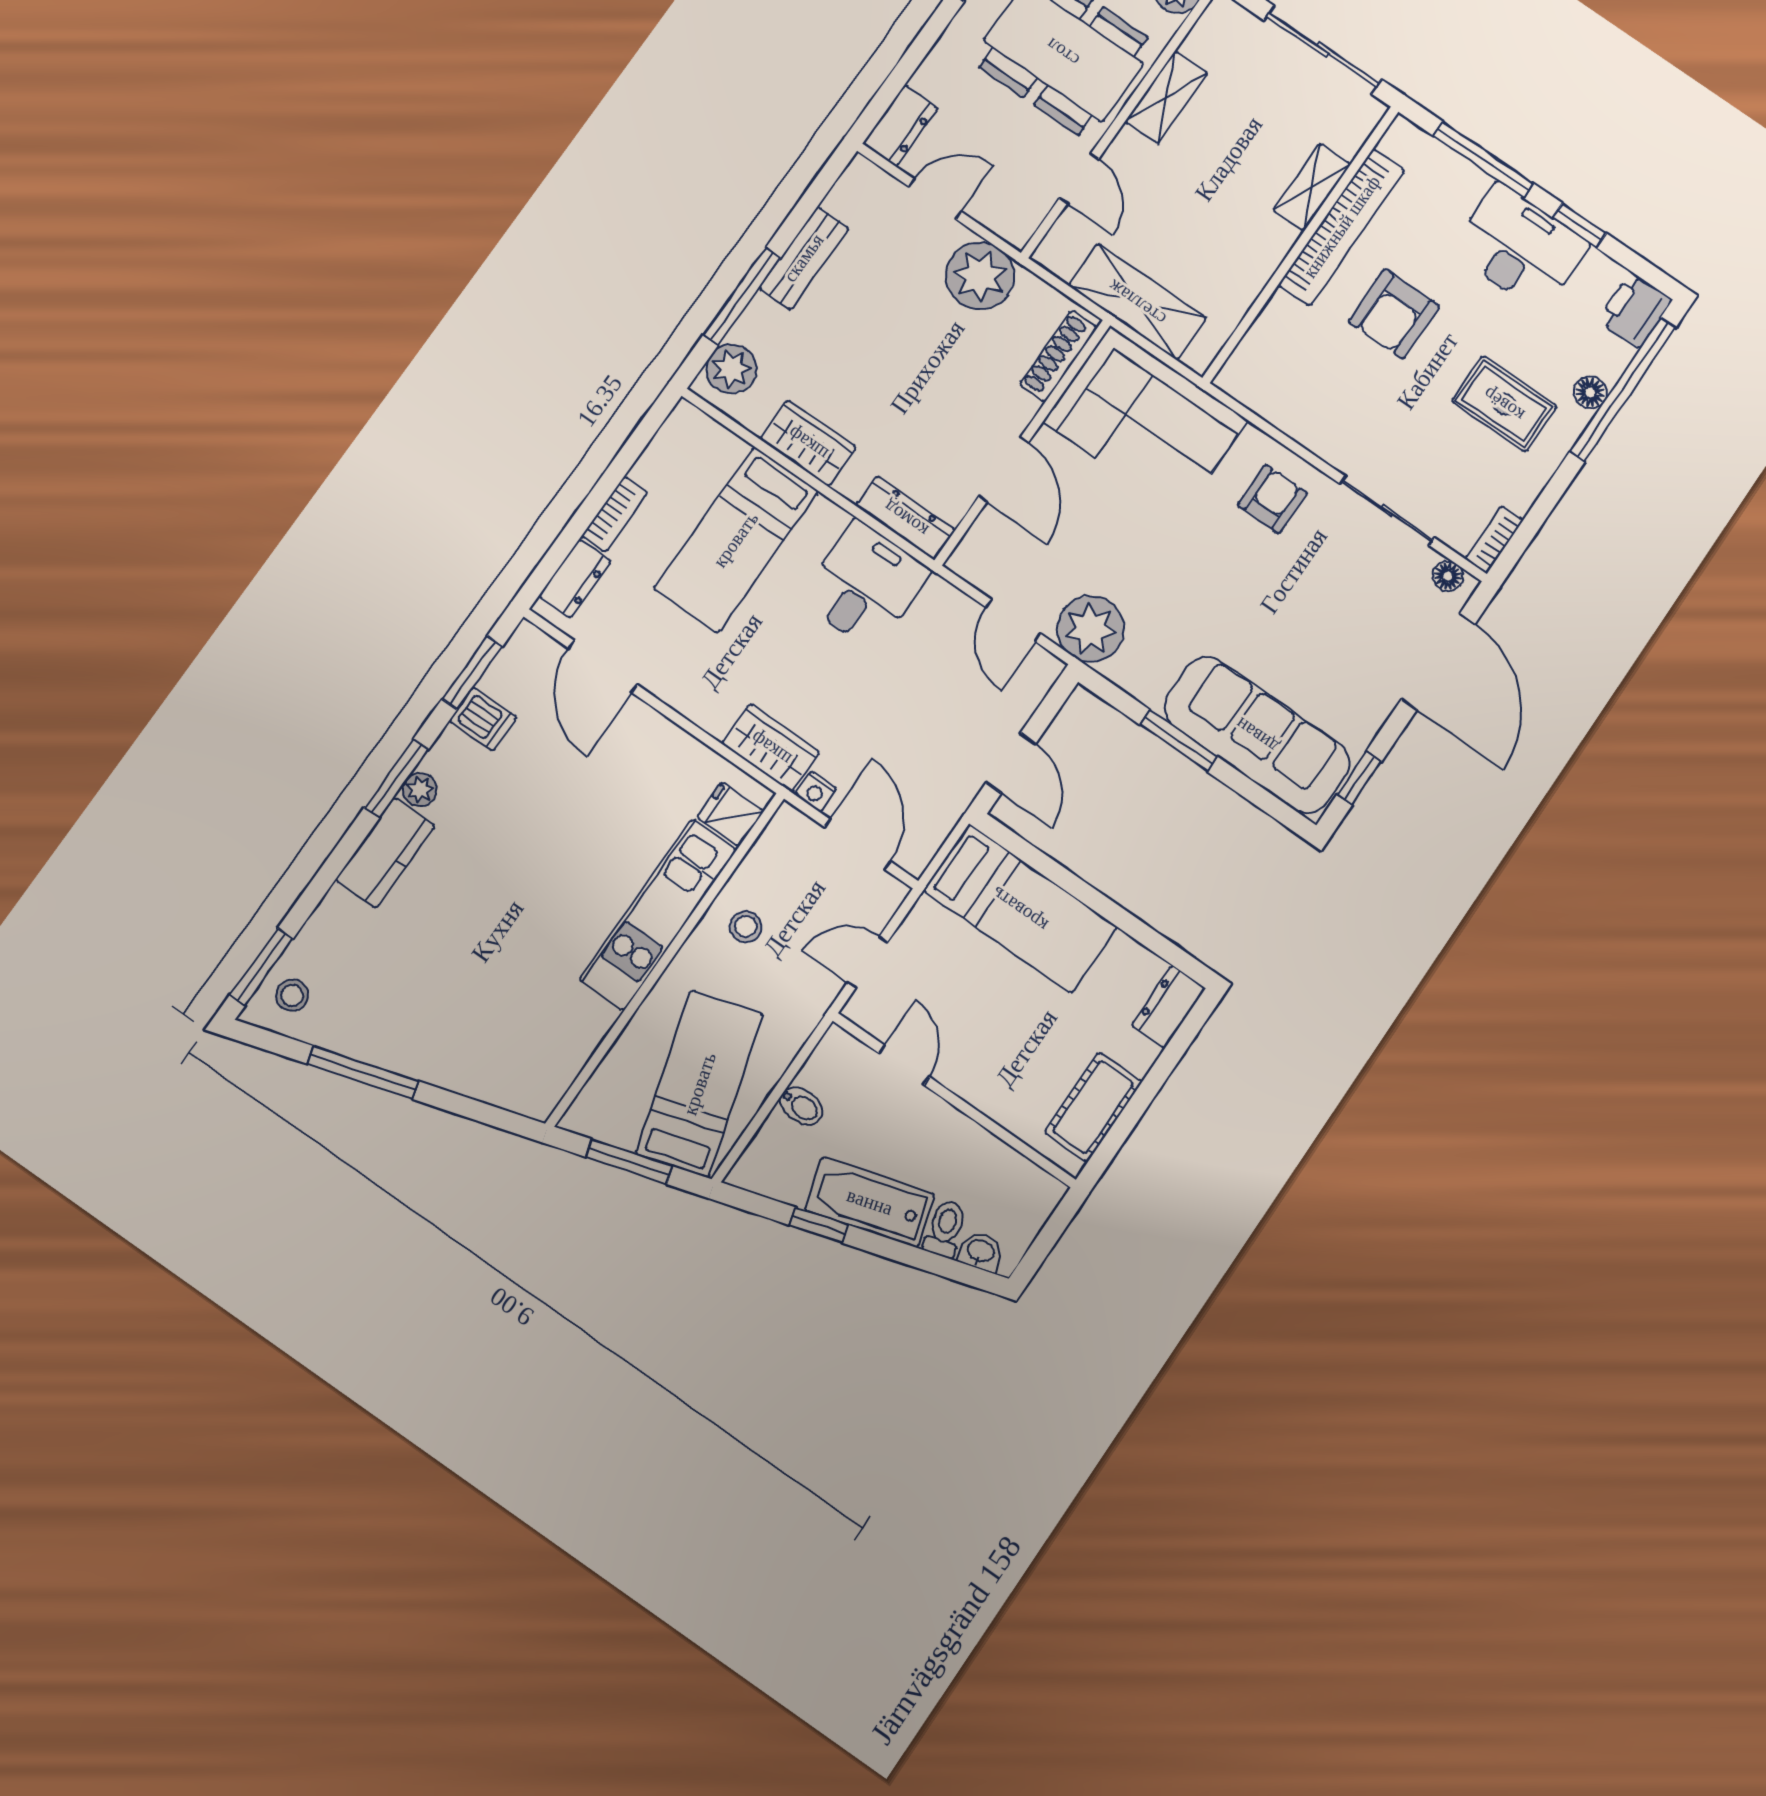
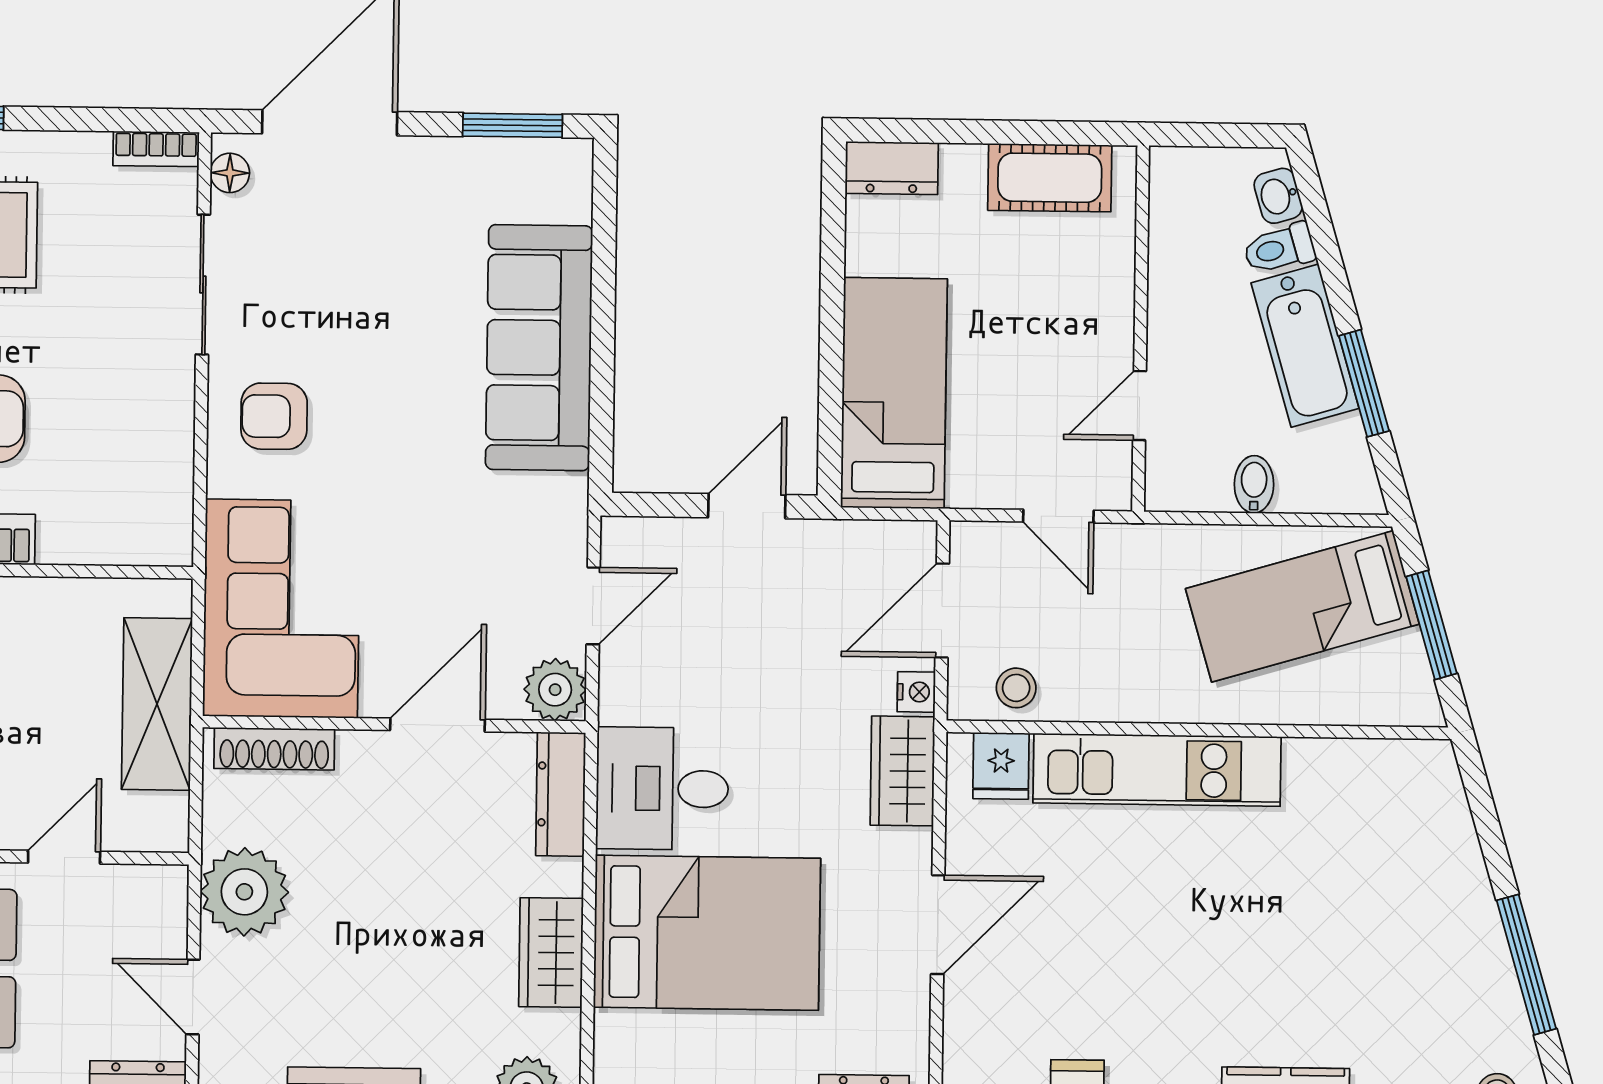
bed: (736, 540) -> (707, 933), width x1.50
plant: (1091, 629) -> (555, 690), moved, width x0.73, depth x0.73
door: (603, 667) -> (938, 925), moved
sofa: (1257, 735) -> (539, 348), moved
window: (1178, 741) -> (603, 344), removed
window: (1359, 778) -> (513, 125), width x1.50
stool: (746, 927) -> (1016, 688), moved
window: (819, 1225) -> (1364, 383), width x1.50

